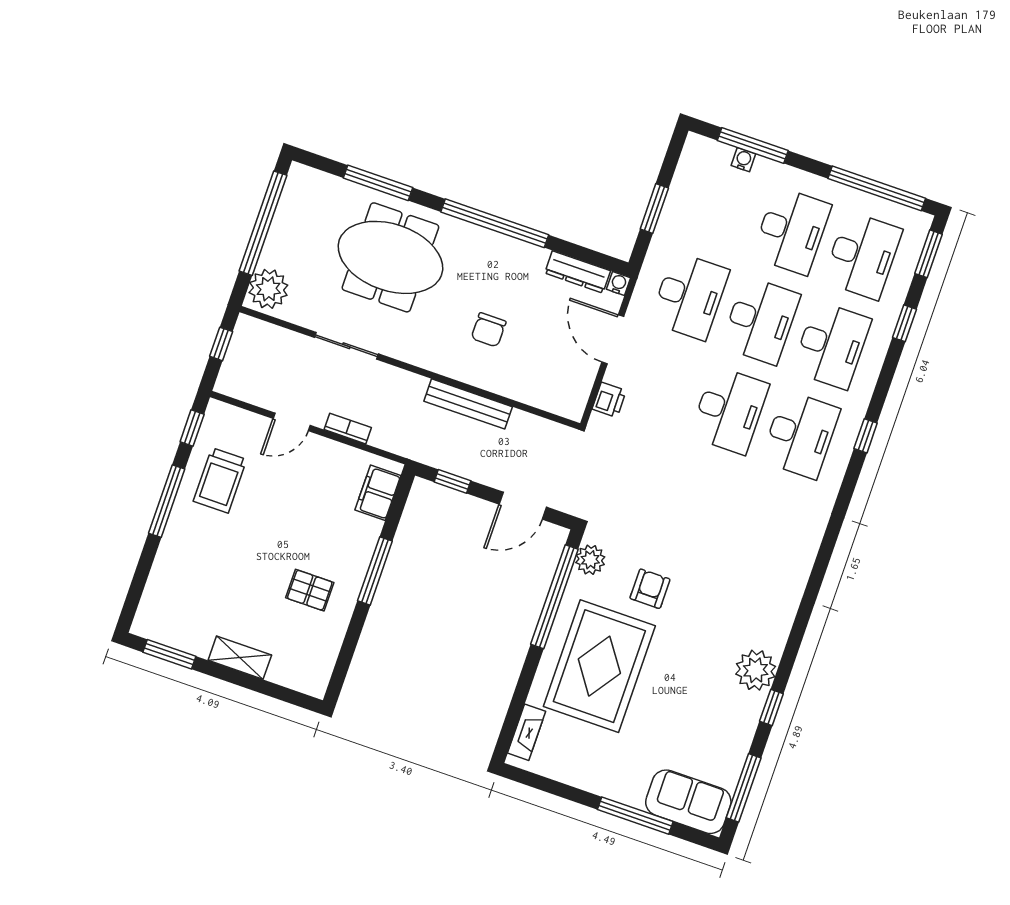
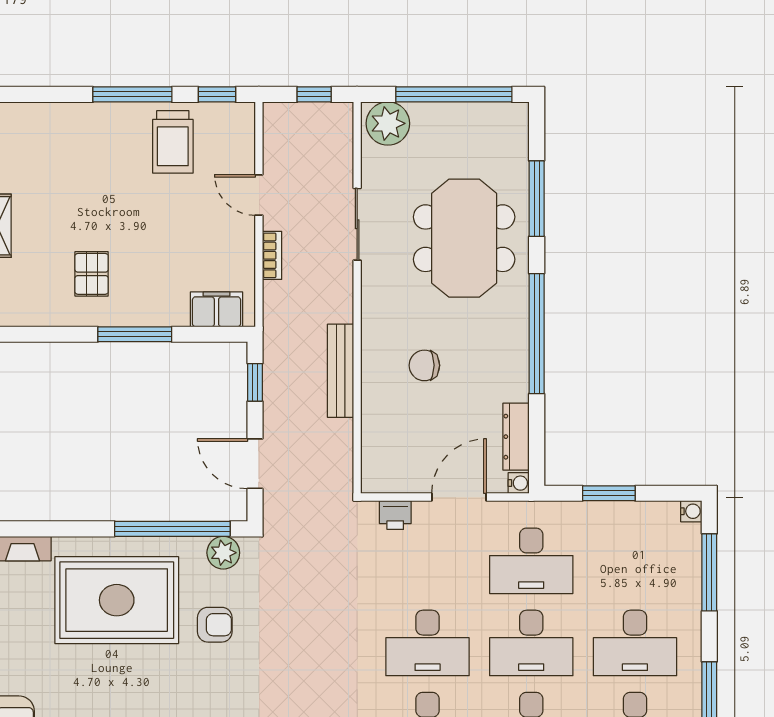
water cooler: (743, 160) -> (691, 511), moved
trolley: (220, 480) -> (173, 142), turned -90

